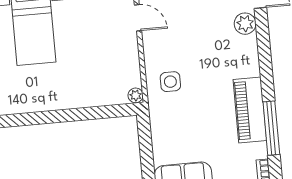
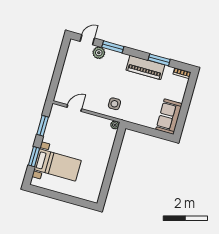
window: (264, 43) -> (113, 47), added
window: (271, 128) -> (159, 60), width x0.69

